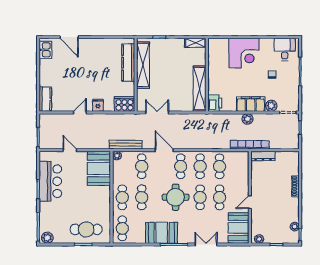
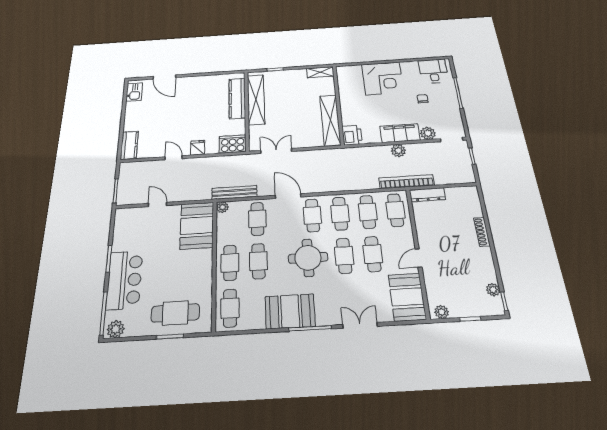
door: (80, 112) -> (174, 158), hinge flipped
cafe table: (239, 166) -> (395, 210), added
bar counter: (50, 181) -> (124, 280), moved

